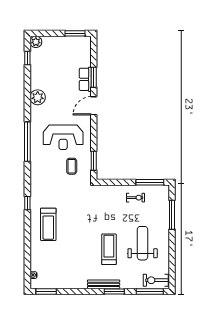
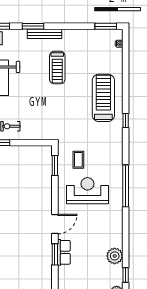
plant: (38, 97) -> (115, 256), moved
treadmill: (48, 224) -> (103, 98), width x1.37, depth x1.38
treadmill: (109, 249) -> (57, 68), moved

